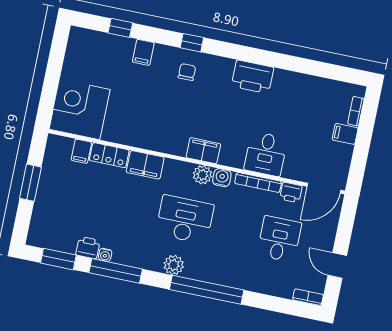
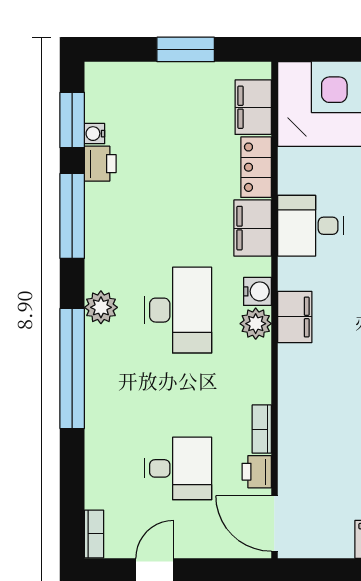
filing cabinet: (81, 151) -> (253, 107), width x2.00
desk: (266, 154) -> (310, 226), moved
water cooler: (222, 178) -> (257, 291), moved
bookcase: (258, 182) -> (262, 429), width x0.64
water cooler: (105, 255) -> (95, 134), moved

